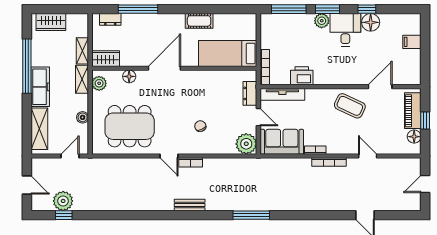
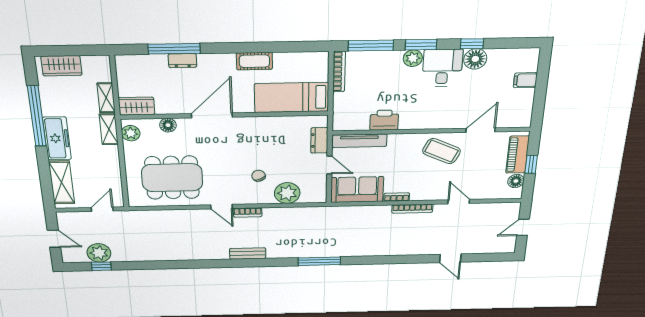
dresser: (110, 19) -> (182, 61), moved
bookcase: (265, 67) -> (339, 72), moved
boiler: (83, 117) -> (114, 170), removed
plant: (246, 144) -> (287, 193), moved

